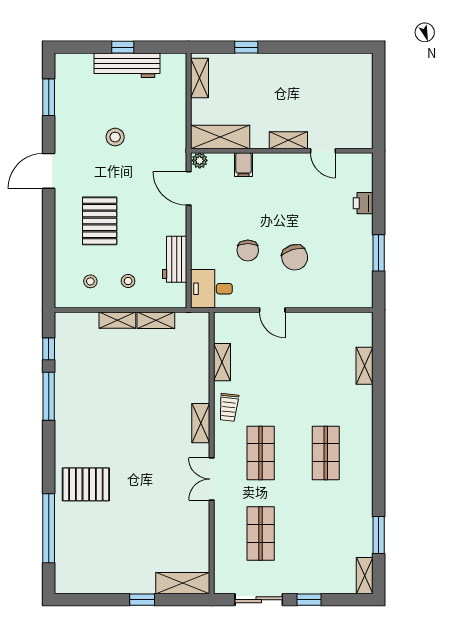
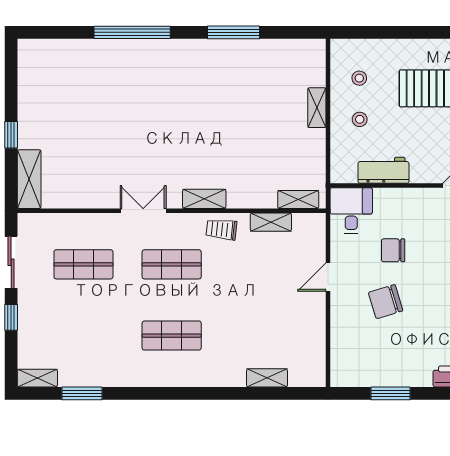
shelving: (156, 320) -> (298, 199), moved, turned 90
window: (49, 349) -> (286, 32), removed
pallet: (86, 484) -> (137, 73), removed
window: (49, 528) -> (132, 32), moved

